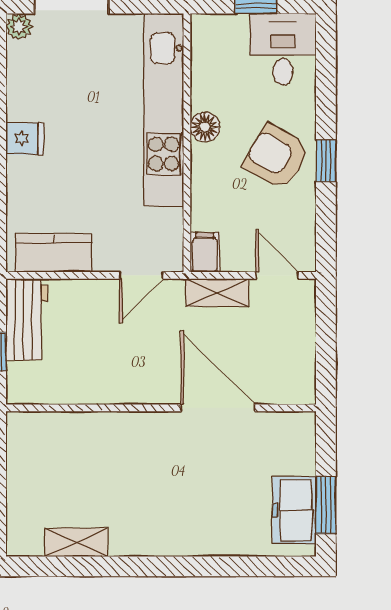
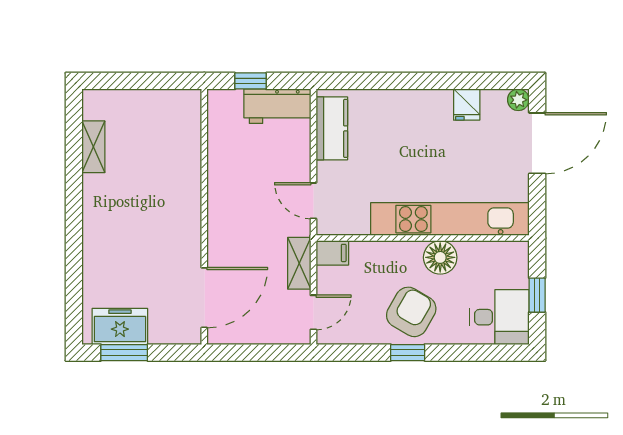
floor lamp: (205, 127) -> (440, 257), width x1.38, depth x1.38
fridge: (25, 139) -> (467, 105), moved
door: (218, 408) -> (204, 298), moved

